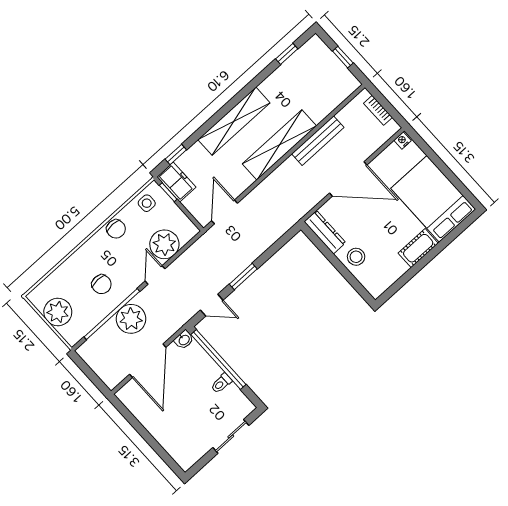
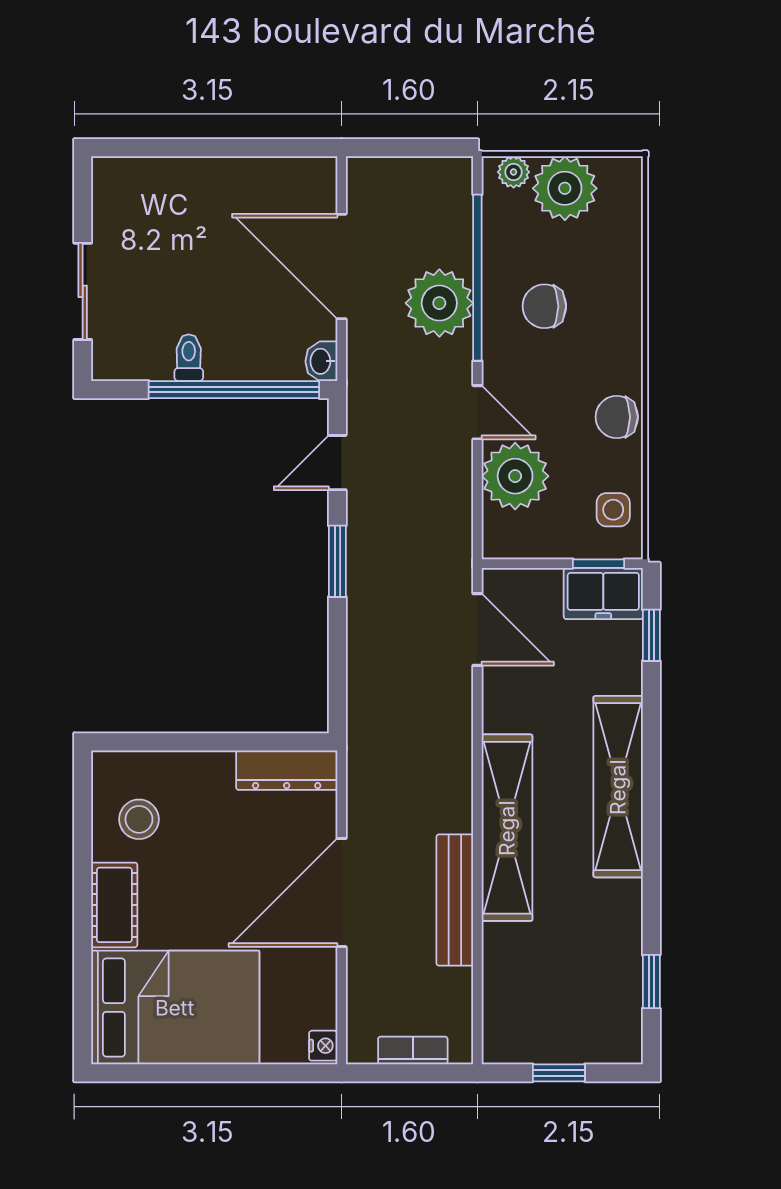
stool: (356, 257) -> (139, 819), moved
plant: (67, 333) -> (514, 172), added

